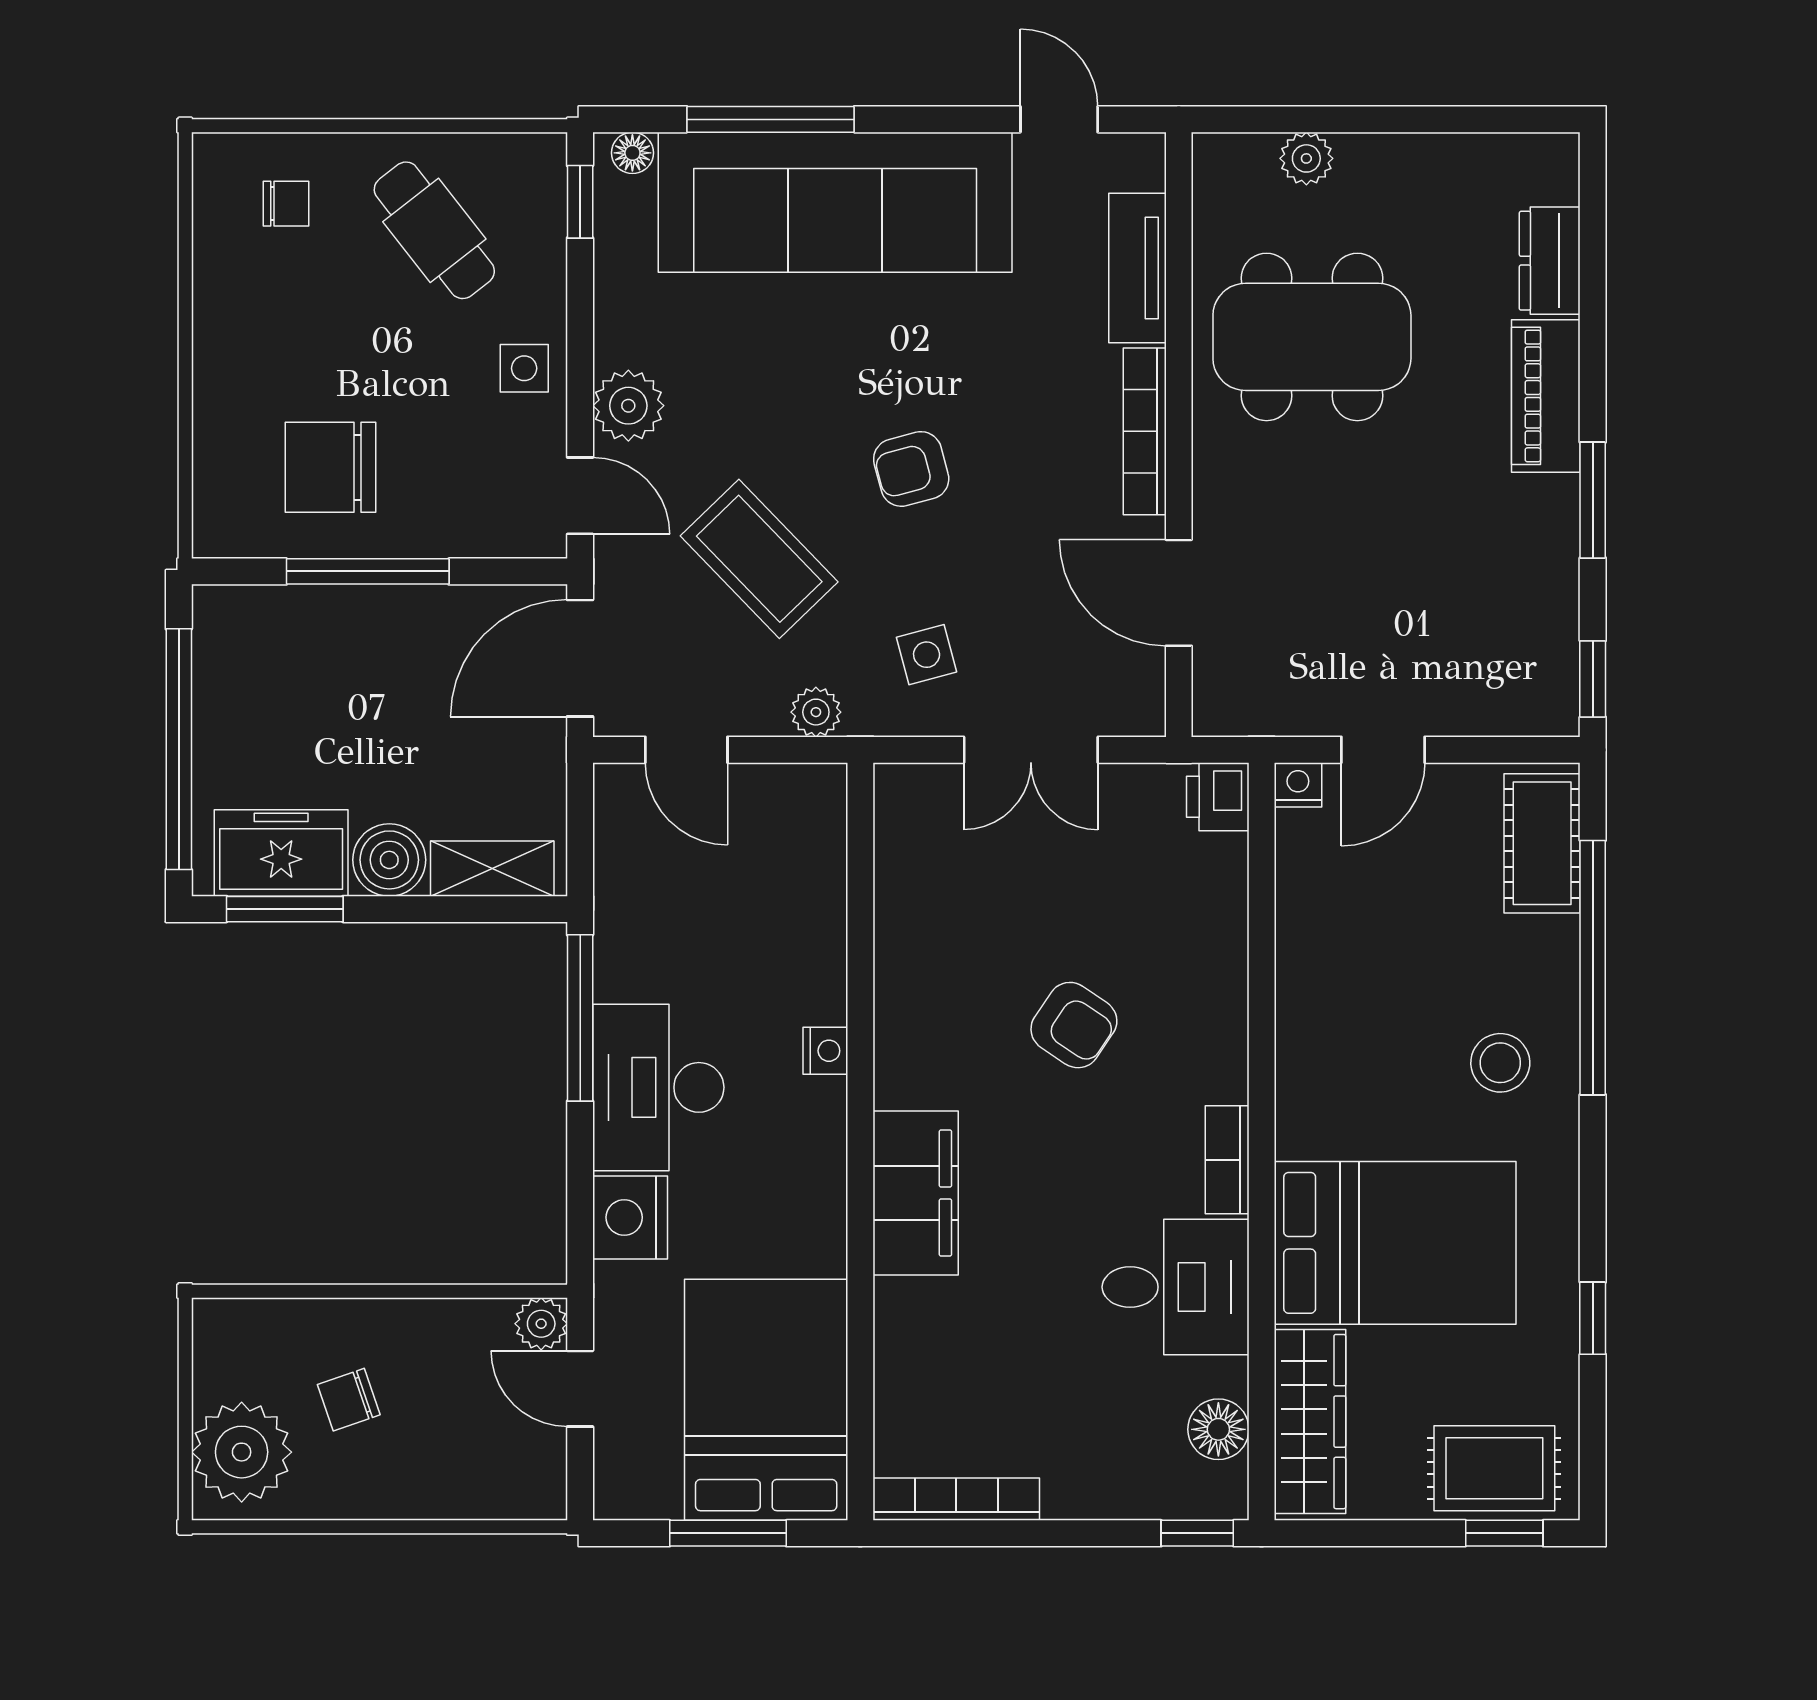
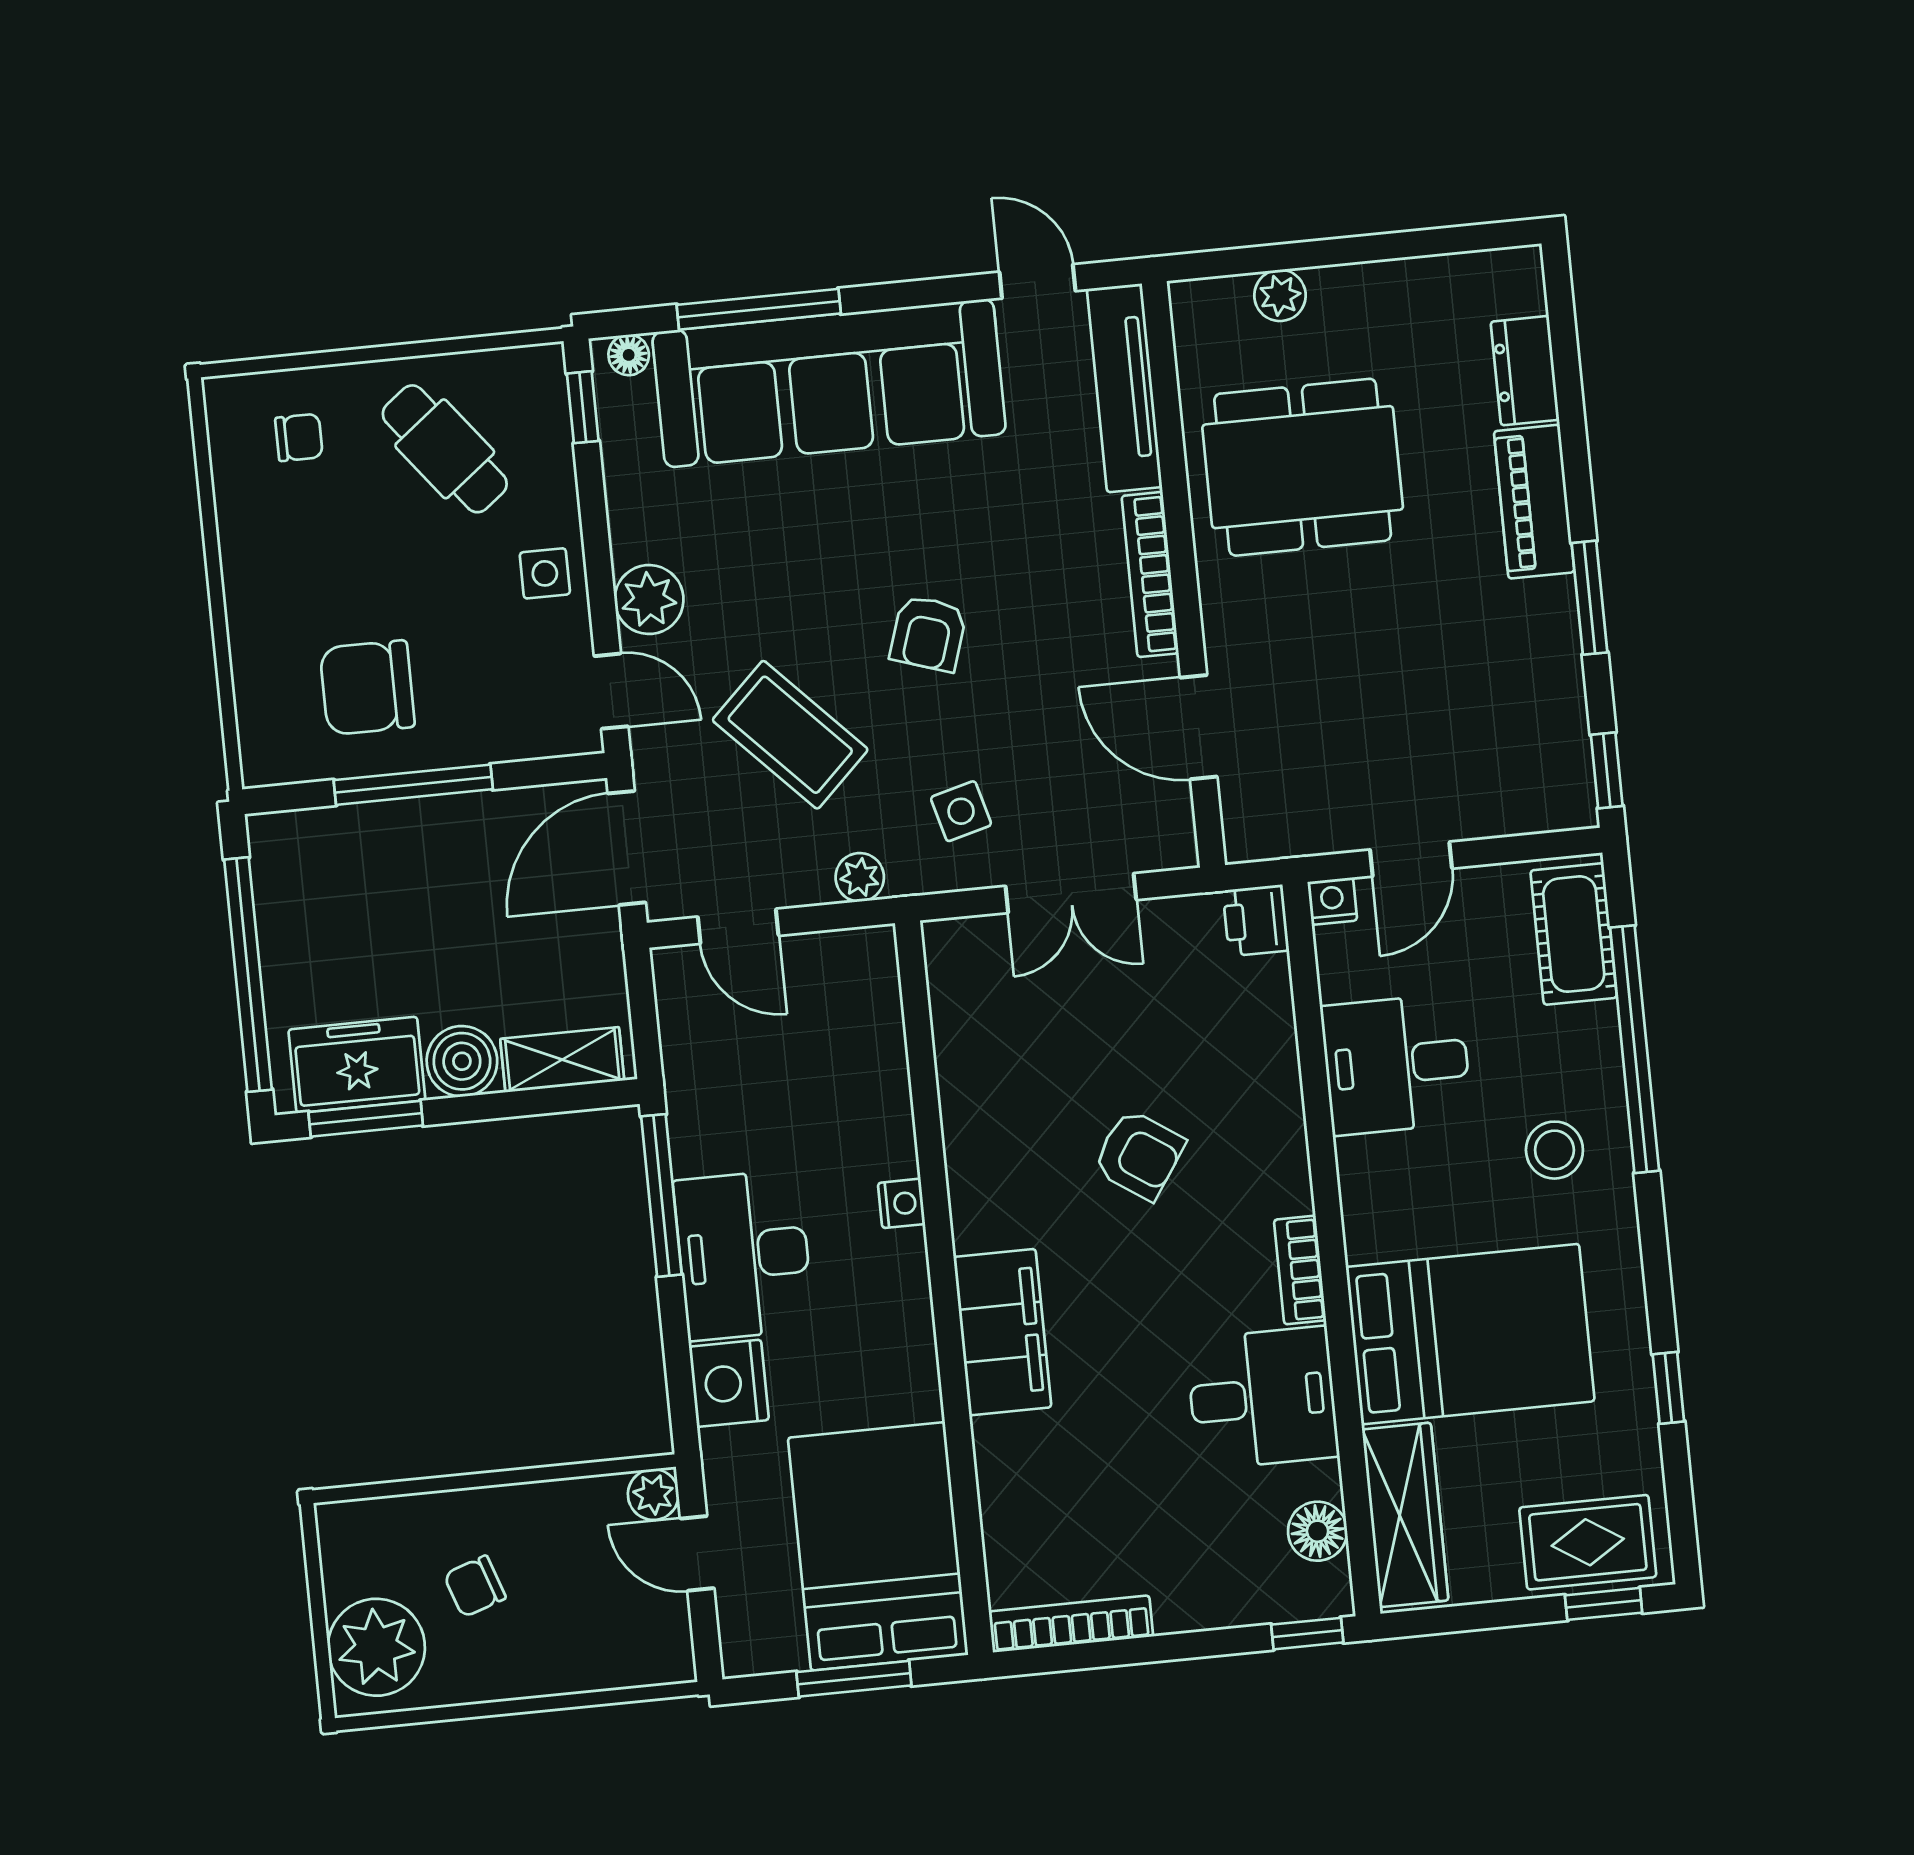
tv unit: (1137, 268) -> (1124, 388), width x1.41
armchair: (911, 469) -> (928, 633), turned -57
desk: (1347, 959) -> (1396, 1064), added

